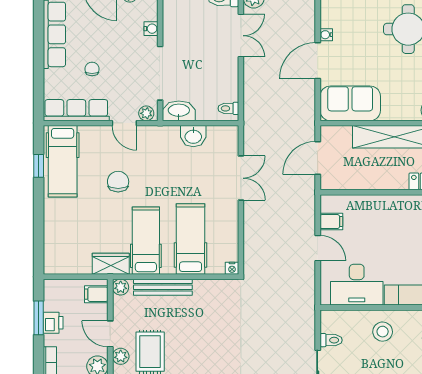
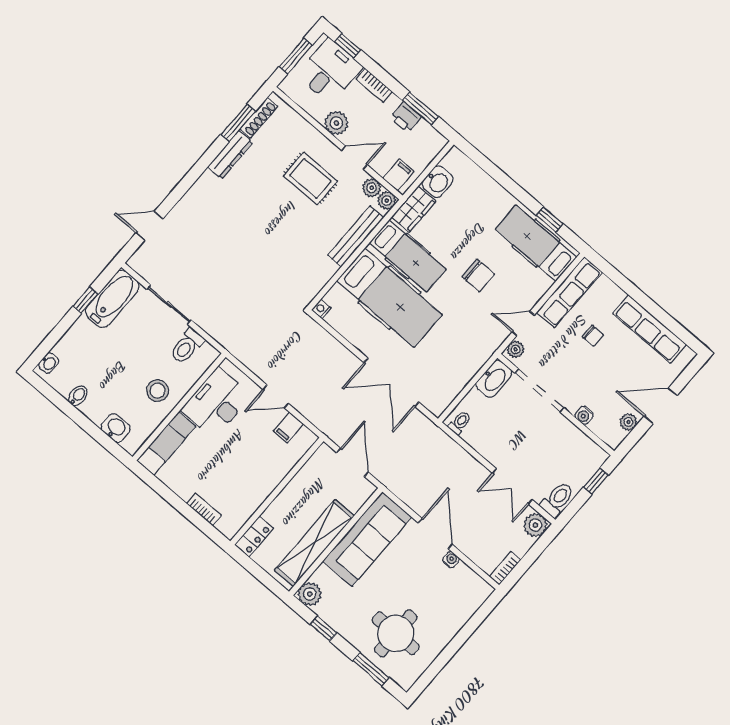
sofa: (350, 103) -> (367, 539), width x1.36
washbasin: (193, 136) -> (438, 182), moved, turned 180
double door: (241, 178) -> (392, 382), width x1.37
hospital bed: (191, 239) -> (390, 298), width x1.37, depth x1.29
toilet: (331, 340) -> (187, 346), width x1.37, depth x1.39
plant: (121, 356) -> (372, 188), moved

